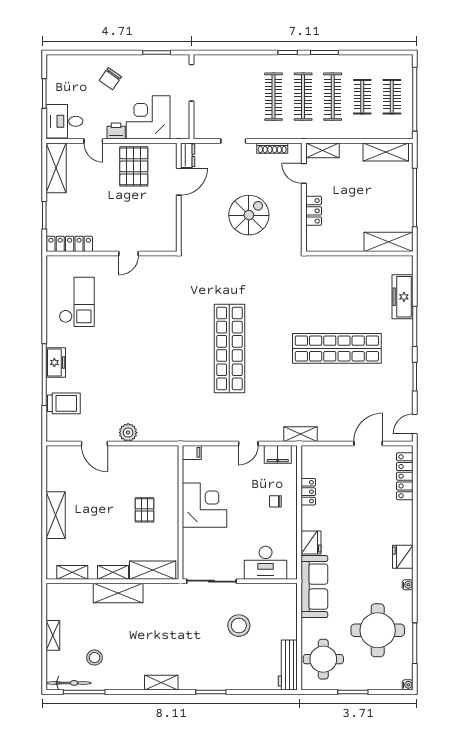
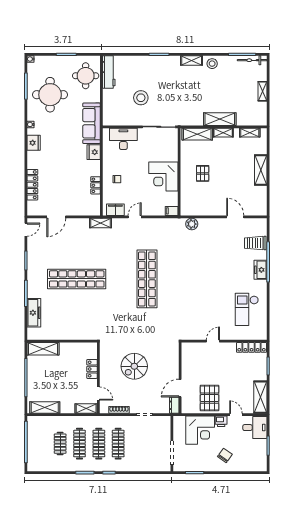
clothes rail: (392, 97) -> (41, 444), removed
plant: (128, 433) -> (192, 224), moved
locker: (405, 476) -> (32, 185), moved
stool: (94, 658) -> (212, 64), moved

